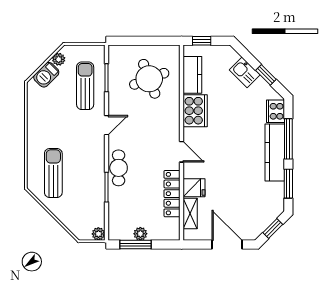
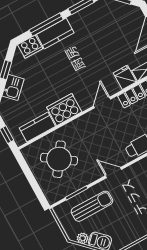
round table: (149, 79) -> (59, 159), turned -34
sun lounger: (85, 86) -> (92, 206), turned 180
kitchen counter: (275, 153) -> (55, 34), width x0.67

